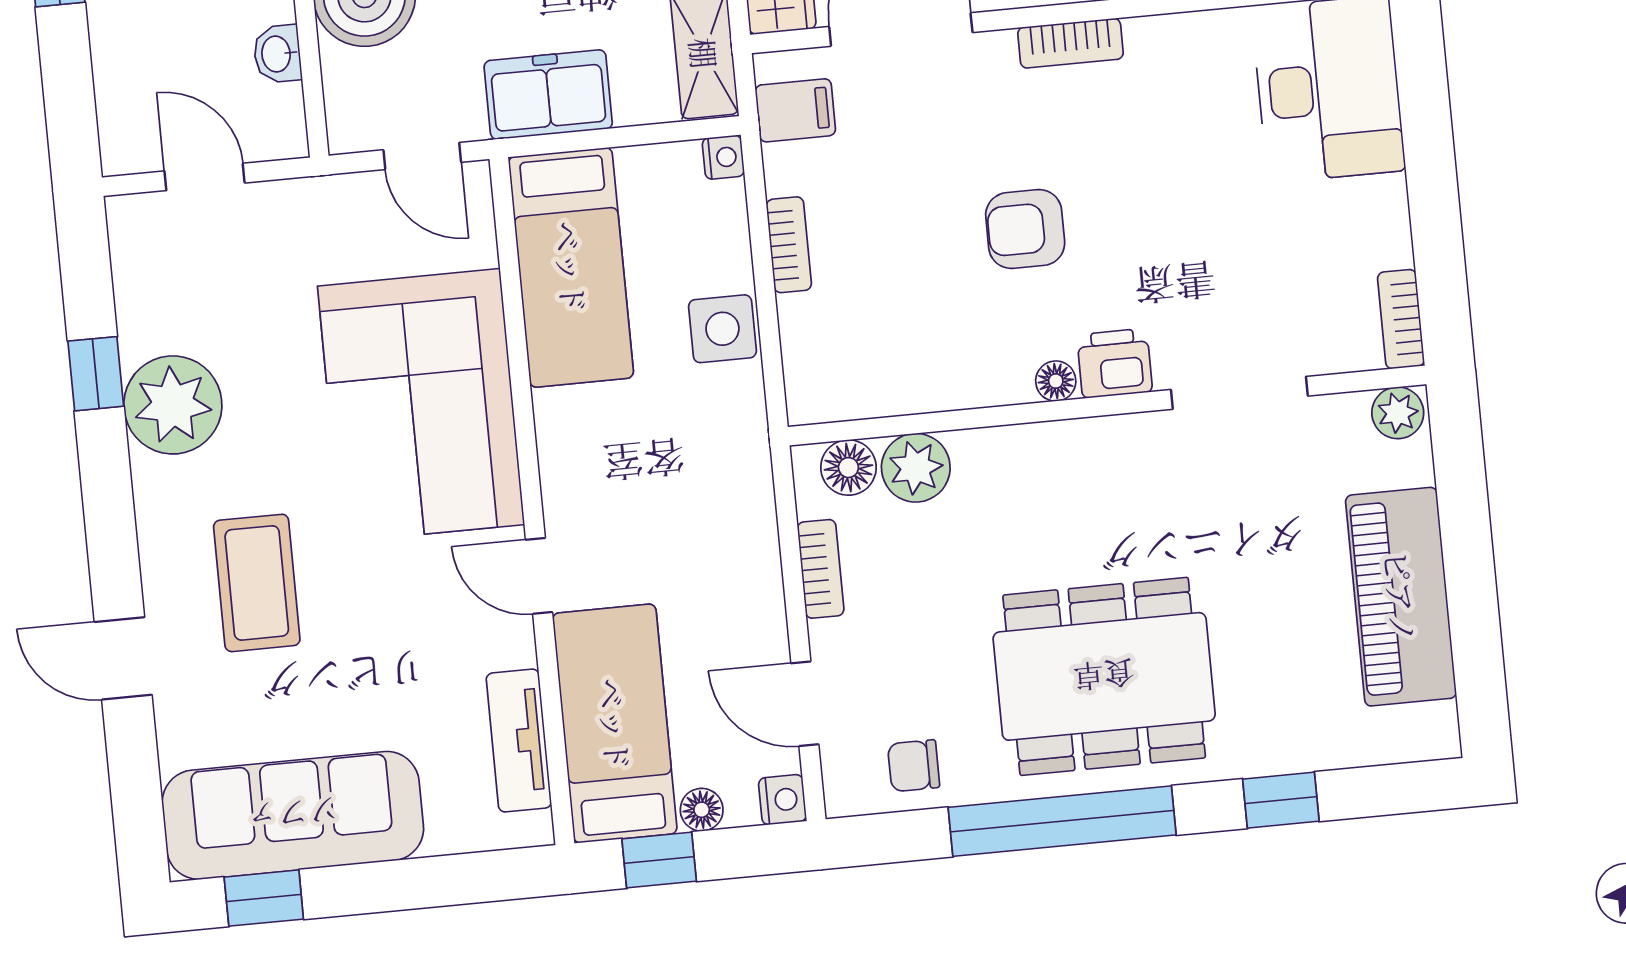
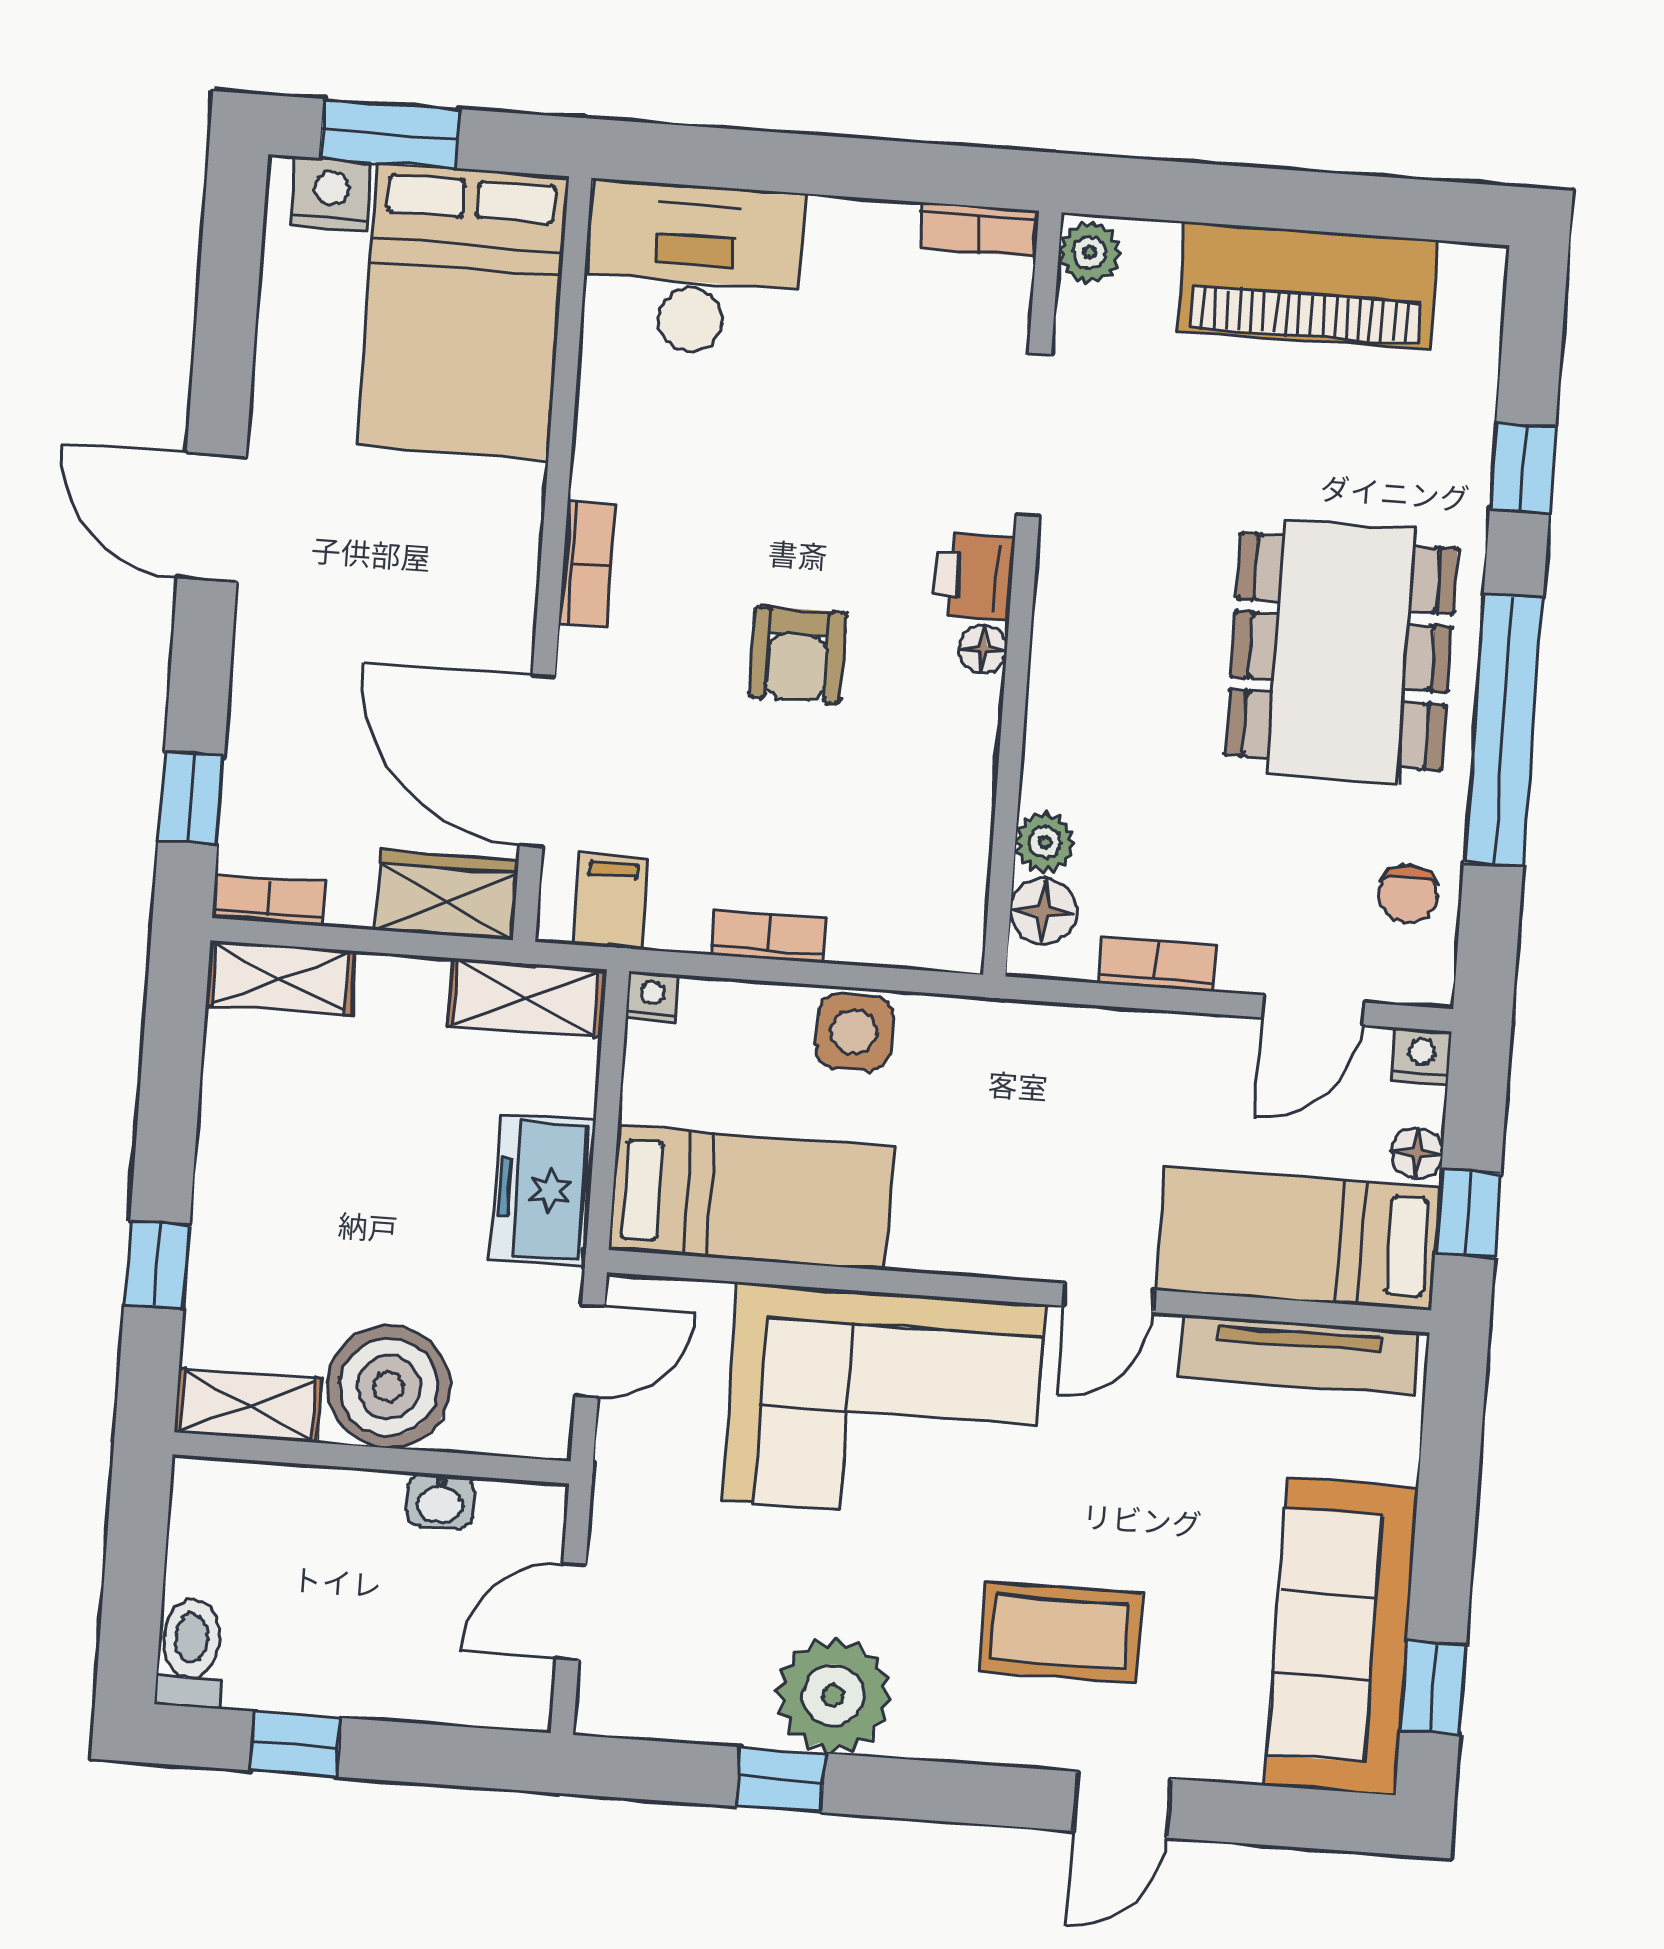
plant: (916, 468) -> (1045, 842), width x0.73, depth x0.73
tv unit: (519, 741) -> (1299, 1355), width x1.41

